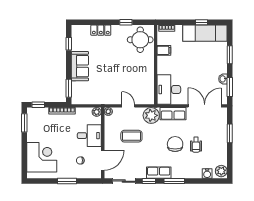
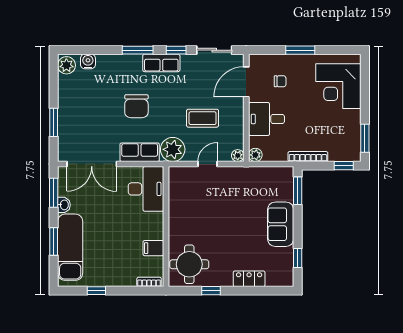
exam couch: (205, 33) -> (70, 247), moved, turned 90
door: (128, 106) -> (207, 164), swing flipped
wheelchair: (196, 145) -> (105, 105), removed

